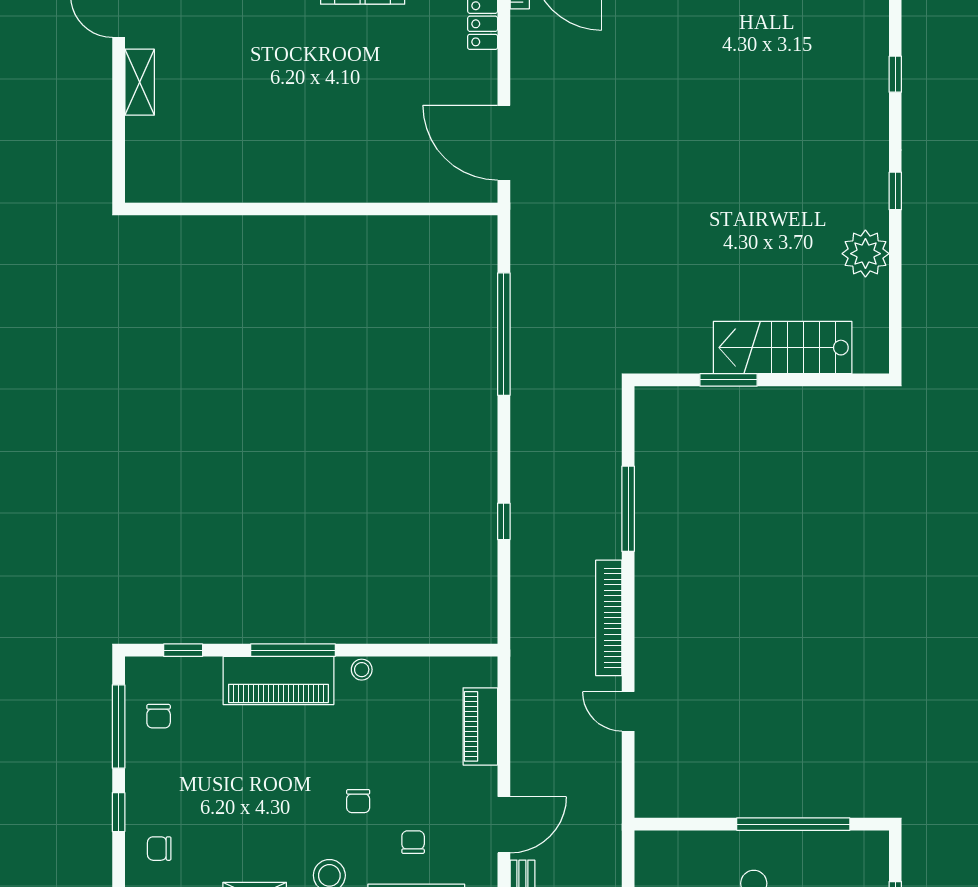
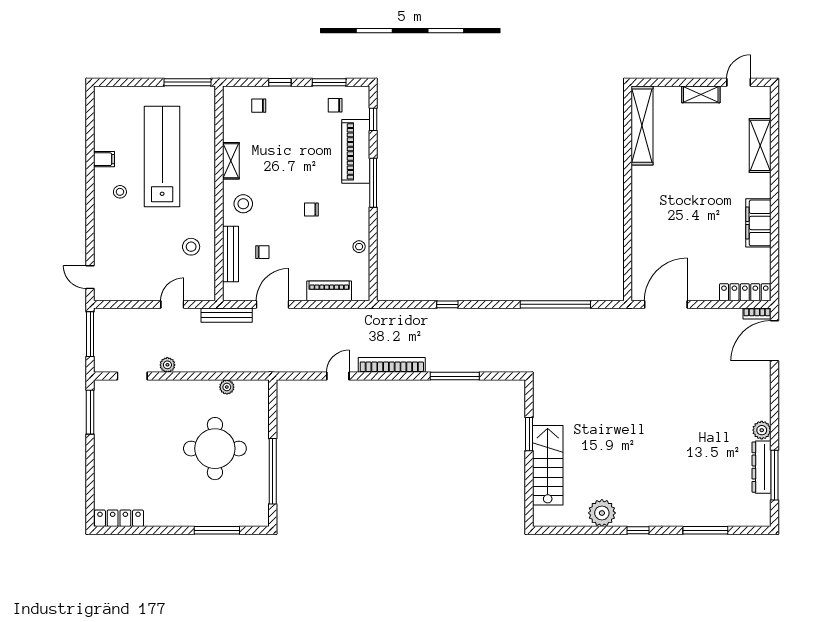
window: (895, 74) -> (705, 530), width x2.17
shelving: (194, 184) -> (642, 126), added
stool: (362, 670) -> (359, 247), moved
piano: (278, 680) -> (356, 151), moved
window: (119, 726) -> (329, 82), width x0.69
chair: (358, 801) -> (311, 209), moved
door: (504, 825) -> (272, 304), swing flipped
chair: (159, 849) -> (259, 106), turned -90

